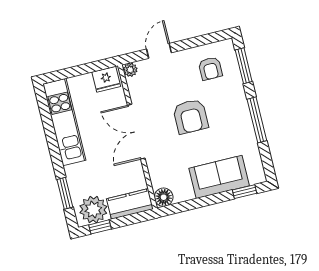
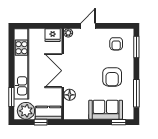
armchair: (191, 116) -> (112, 77), moved
window: (257, 120) -> (136, 93), moved
kitchen unit: (64, 122) -> (21, 64), width x1.36
floor lamp: (164, 197) -> (70, 95), moved
window: (100, 227) -> (41, 122), moved

